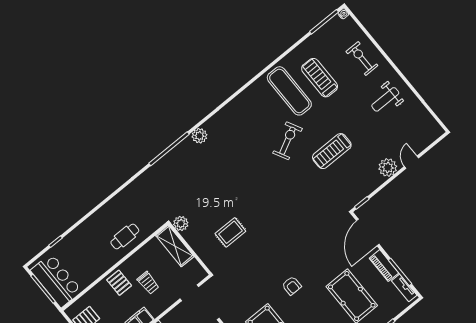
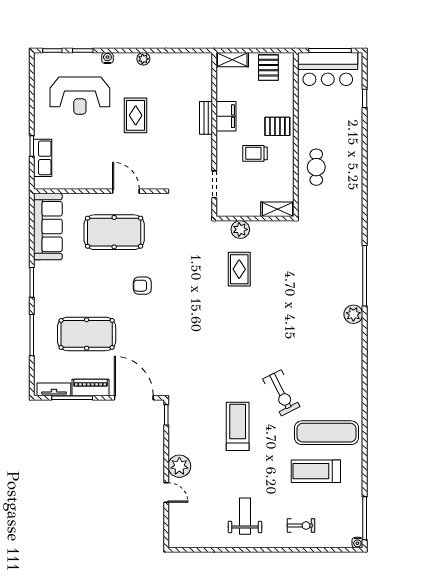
exercise bike: (362, 59) -> (301, 526), width x0.73, depth x0.72
treadmill: (320, 78) -> (316, 471), turned 180
plant: (181, 224) -> (240, 229), moved
shelving: (175, 246) -> (277, 209), width x0.67, depth x0.75

